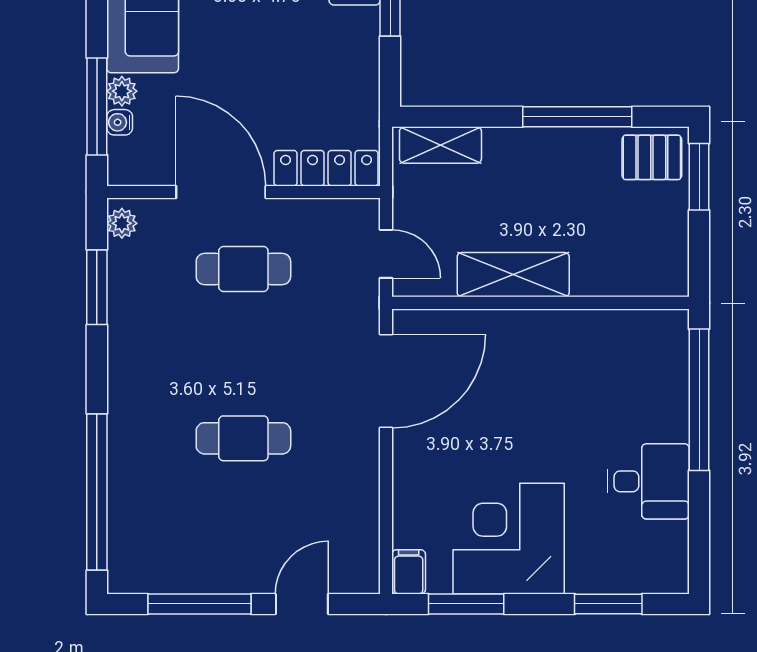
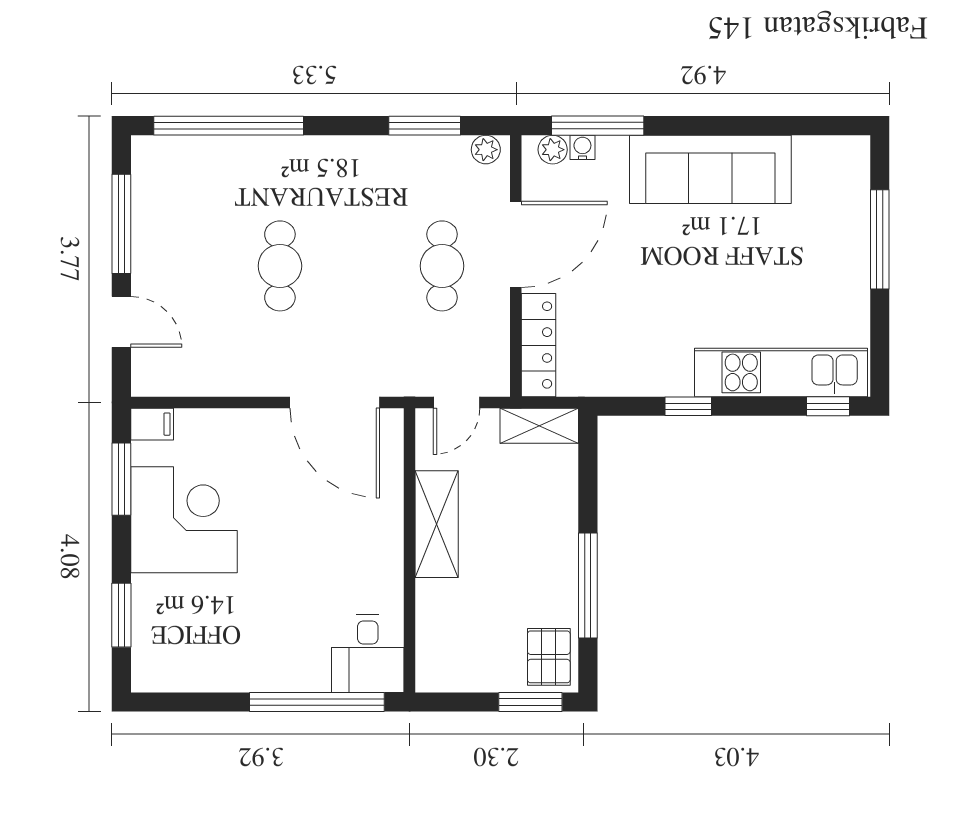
plant: (122, 91) -> (553, 150), moved
shelving: (440, 145) -> (539, 426), moved, turned 90
desk: (648, 481) -> (368, 654), moved

